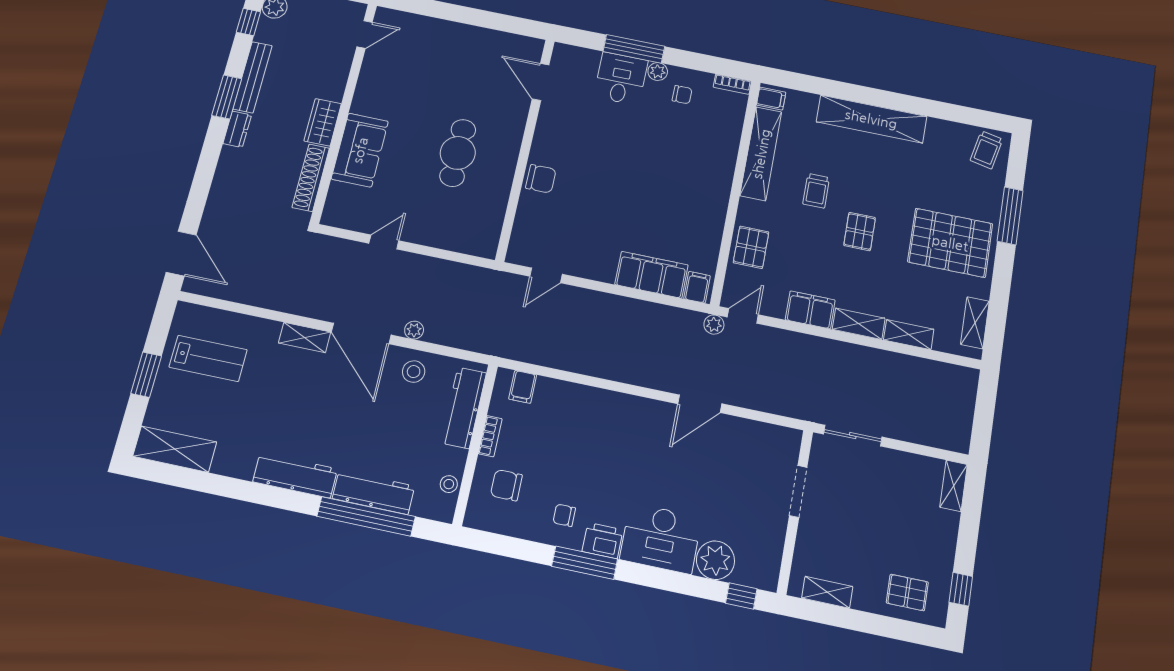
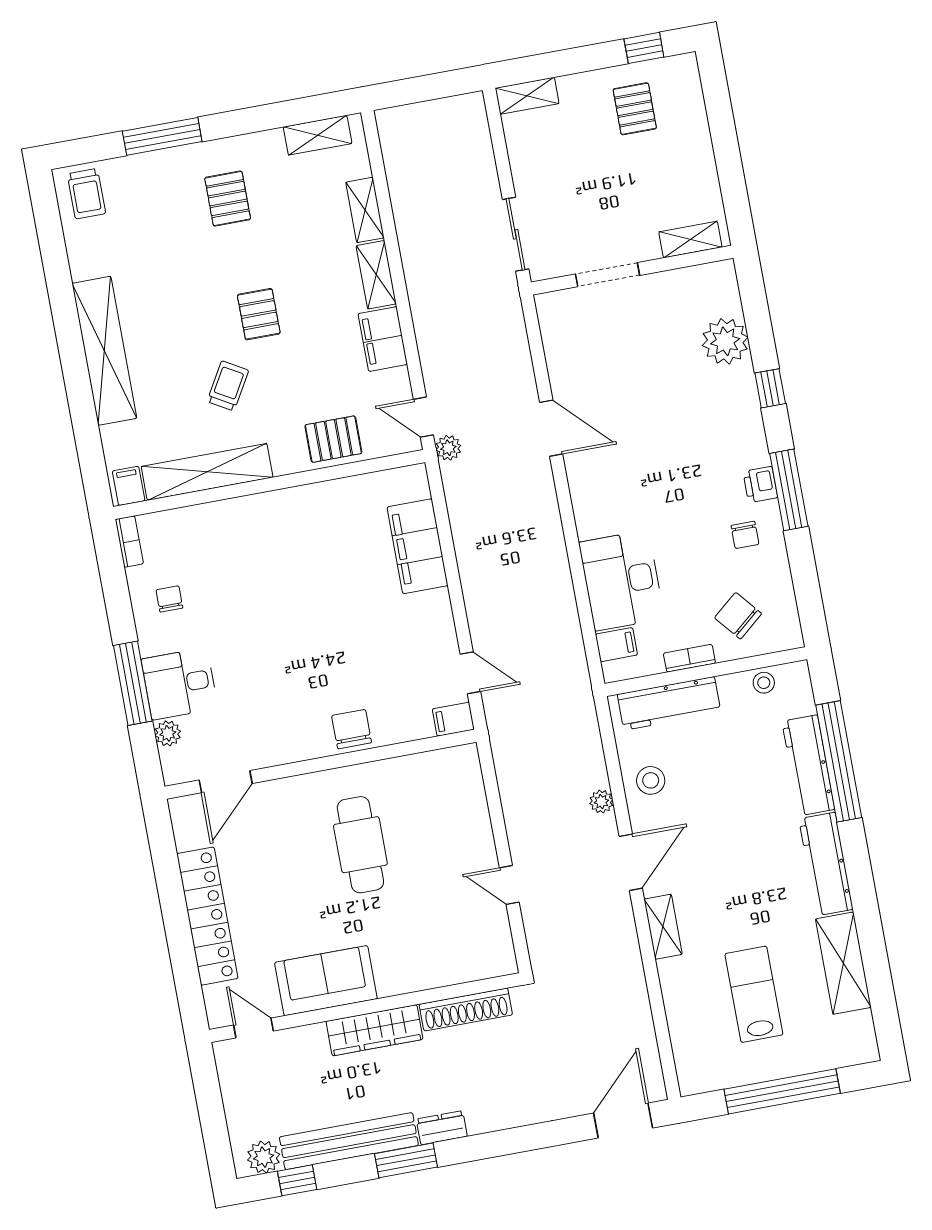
locker: (454, 35) -> (207, 916), added
plant: (658, 71) -> (168, 733), moved
bench: (253, 77) -> (349, 1141), width x1.37, depth x1.21
wardrobe: (323, 122) -> (374, 1030), width x1.50
sofa: (360, 150) -> (326, 981), moved
trolley: (986, 150) -> (86, 194), turned 78
cafe table: (458, 153) -> (360, 845), turned 90
trolley: (816, 191) -> (228, 386), turned -60
pallet: (860, 232) -> (259, 314), turned 90
pallet: (950, 243) -> (228, 199), width x0.49, depth x0.50
filing cabinet: (697, 287) -> (453, 719), moved
door: (361, 333) -> (631, 862), width x0.73
lab bench: (208, 358) -> (754, 994), moved
window: (146, 375) -> (782, 1091), width x2.11
shelving: (175, 449) -> (843, 963), moved
chair: (506, 485) -> (738, 616), turned 140
desk: (661, 538) -> (622, 580), moved, turned 180
printer: (603, 541) -> (760, 485), width x0.73, depth x0.81
shelving: (827, 592) -> (690, 240), moved, turned 90
pallet: (907, 592) -> (635, 109), moved
window: (741, 596) -> (770, 388), moved

